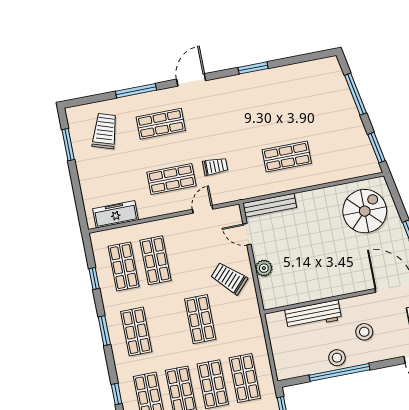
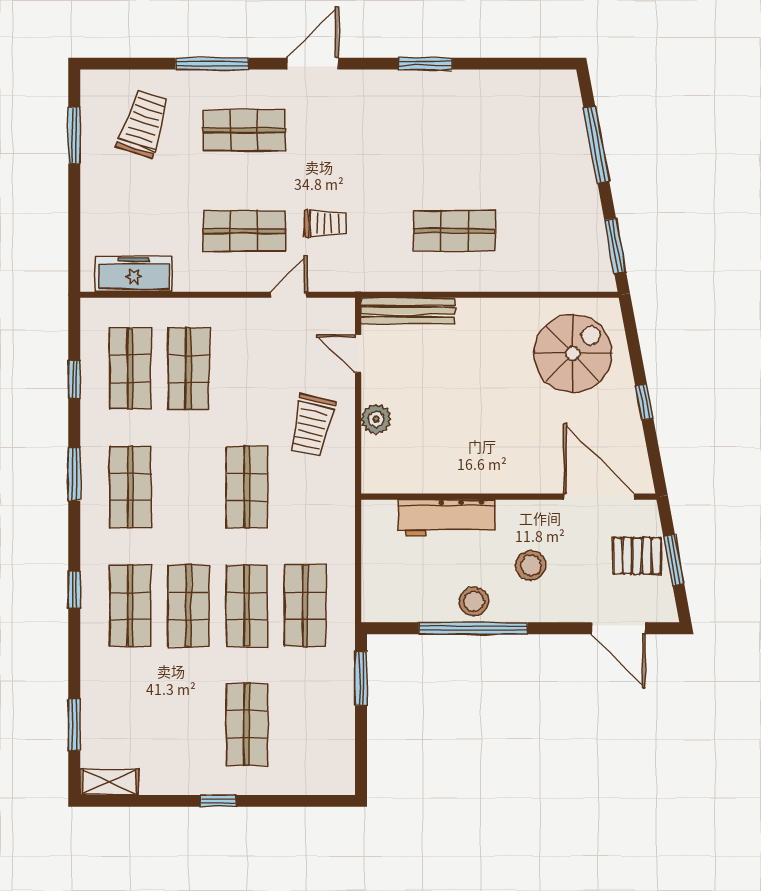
trolley: (229, 278) -> (311, 425), turned -120

